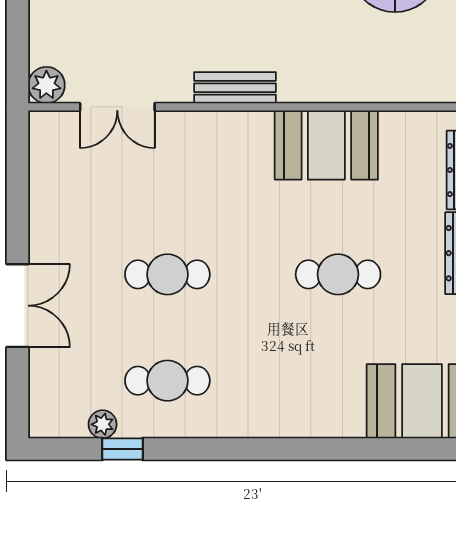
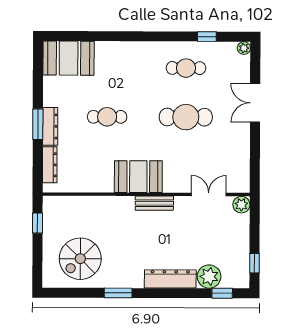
booth: (326, 145) -> (138, 177), moved
cafe table: (167, 274) -> (186, 117), width x1.37, depth x1.35
plant: (103, 424) -> (244, 48), moved

